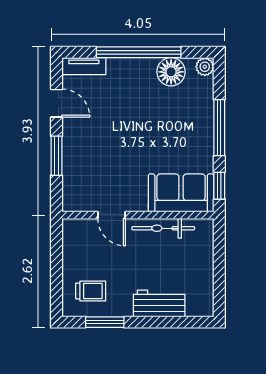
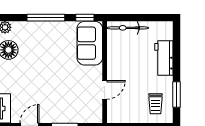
bicycle: (163, 228) -> (128, 28), moved, turned 90
trolley: (91, 291) -> (156, 104), turned 180

